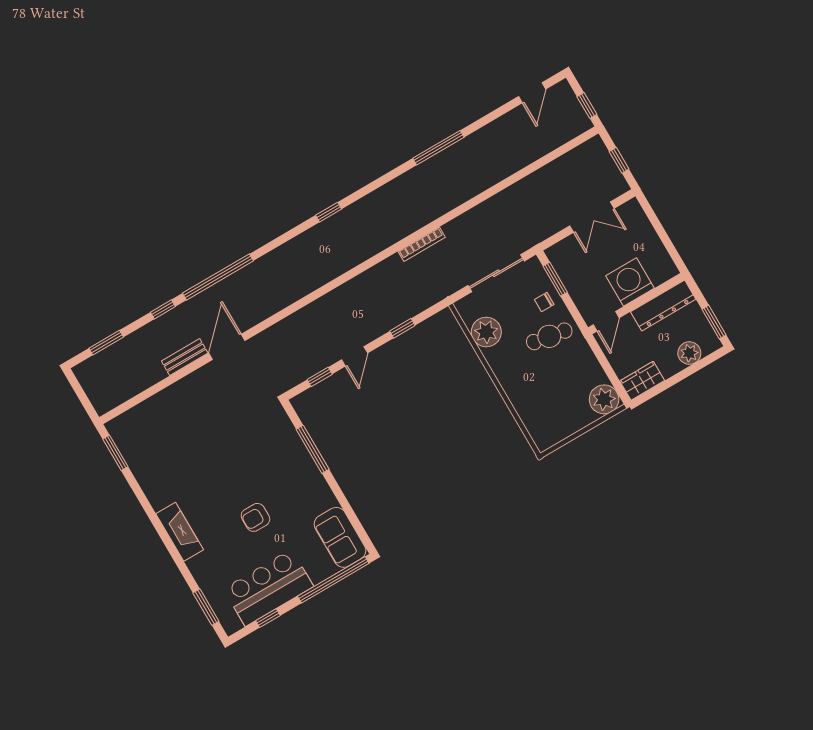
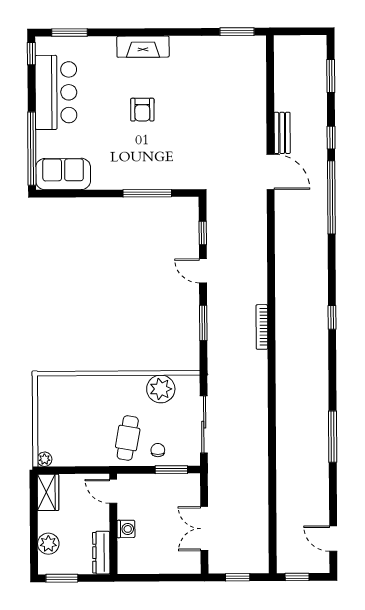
bookcase: (422, 244) -> (262, 327), moved
washing machine: (630, 282) -> (126, 529), width x0.53, depth x0.53
dresser: (663, 305) -> (101, 553), width x0.73, depth x0.80
window: (402, 328) -> (203, 323), width x1.50
plant: (604, 399) -> (45, 459), width x0.53, depth x0.53
armchair: (255, 517) -> (142, 110), moved, turned 180
window: (268, 618) -> (31, 54), moved

